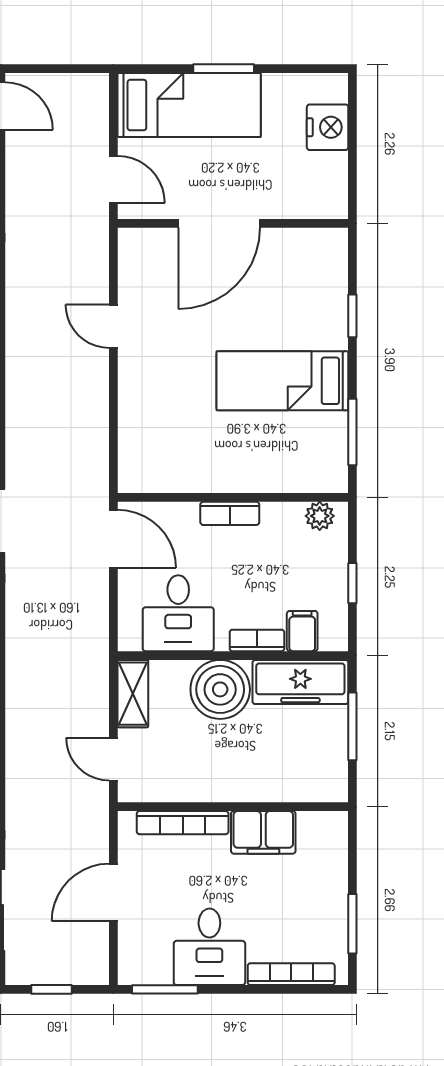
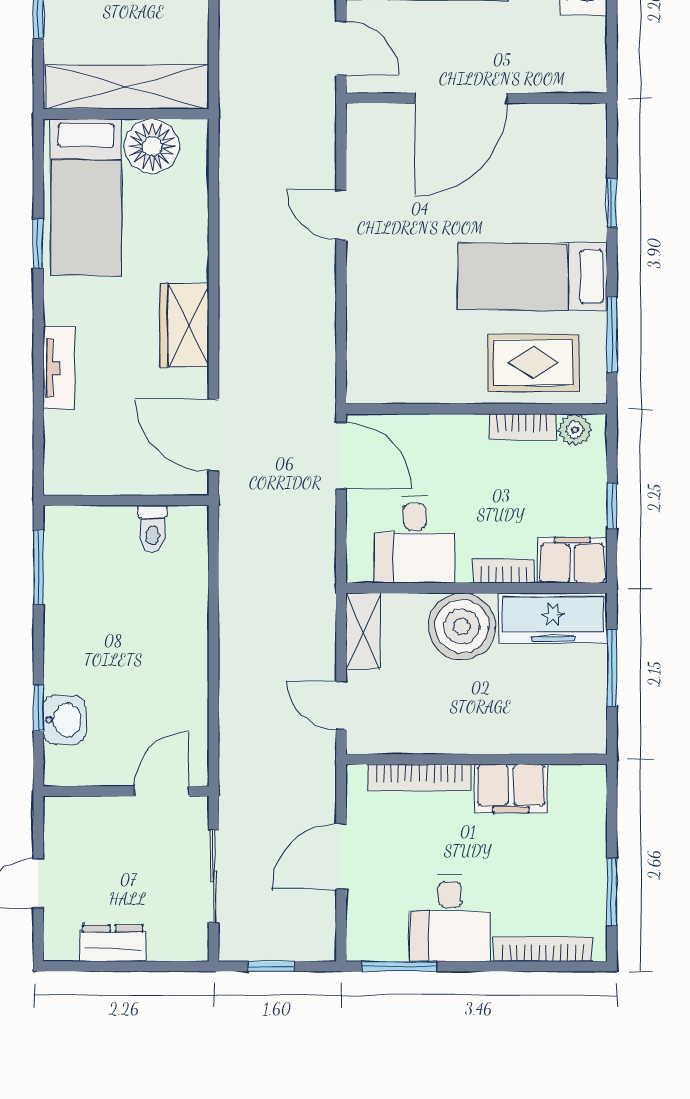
rug: (283, 457) -> (533, 363), added
bookcase: (230, 513) -> (522, 427), moved
filing cabinet: (302, 631) -> (572, 560), width x2.00

